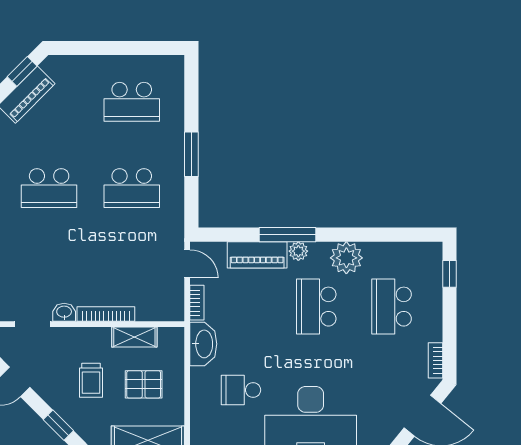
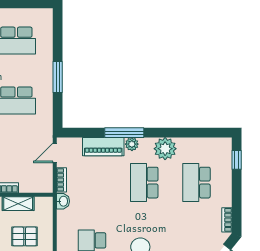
door: (187, 264) -> (55, 153), swing flipped
washbasin: (203, 344) -> (63, 201), width x0.52, depth x0.69

